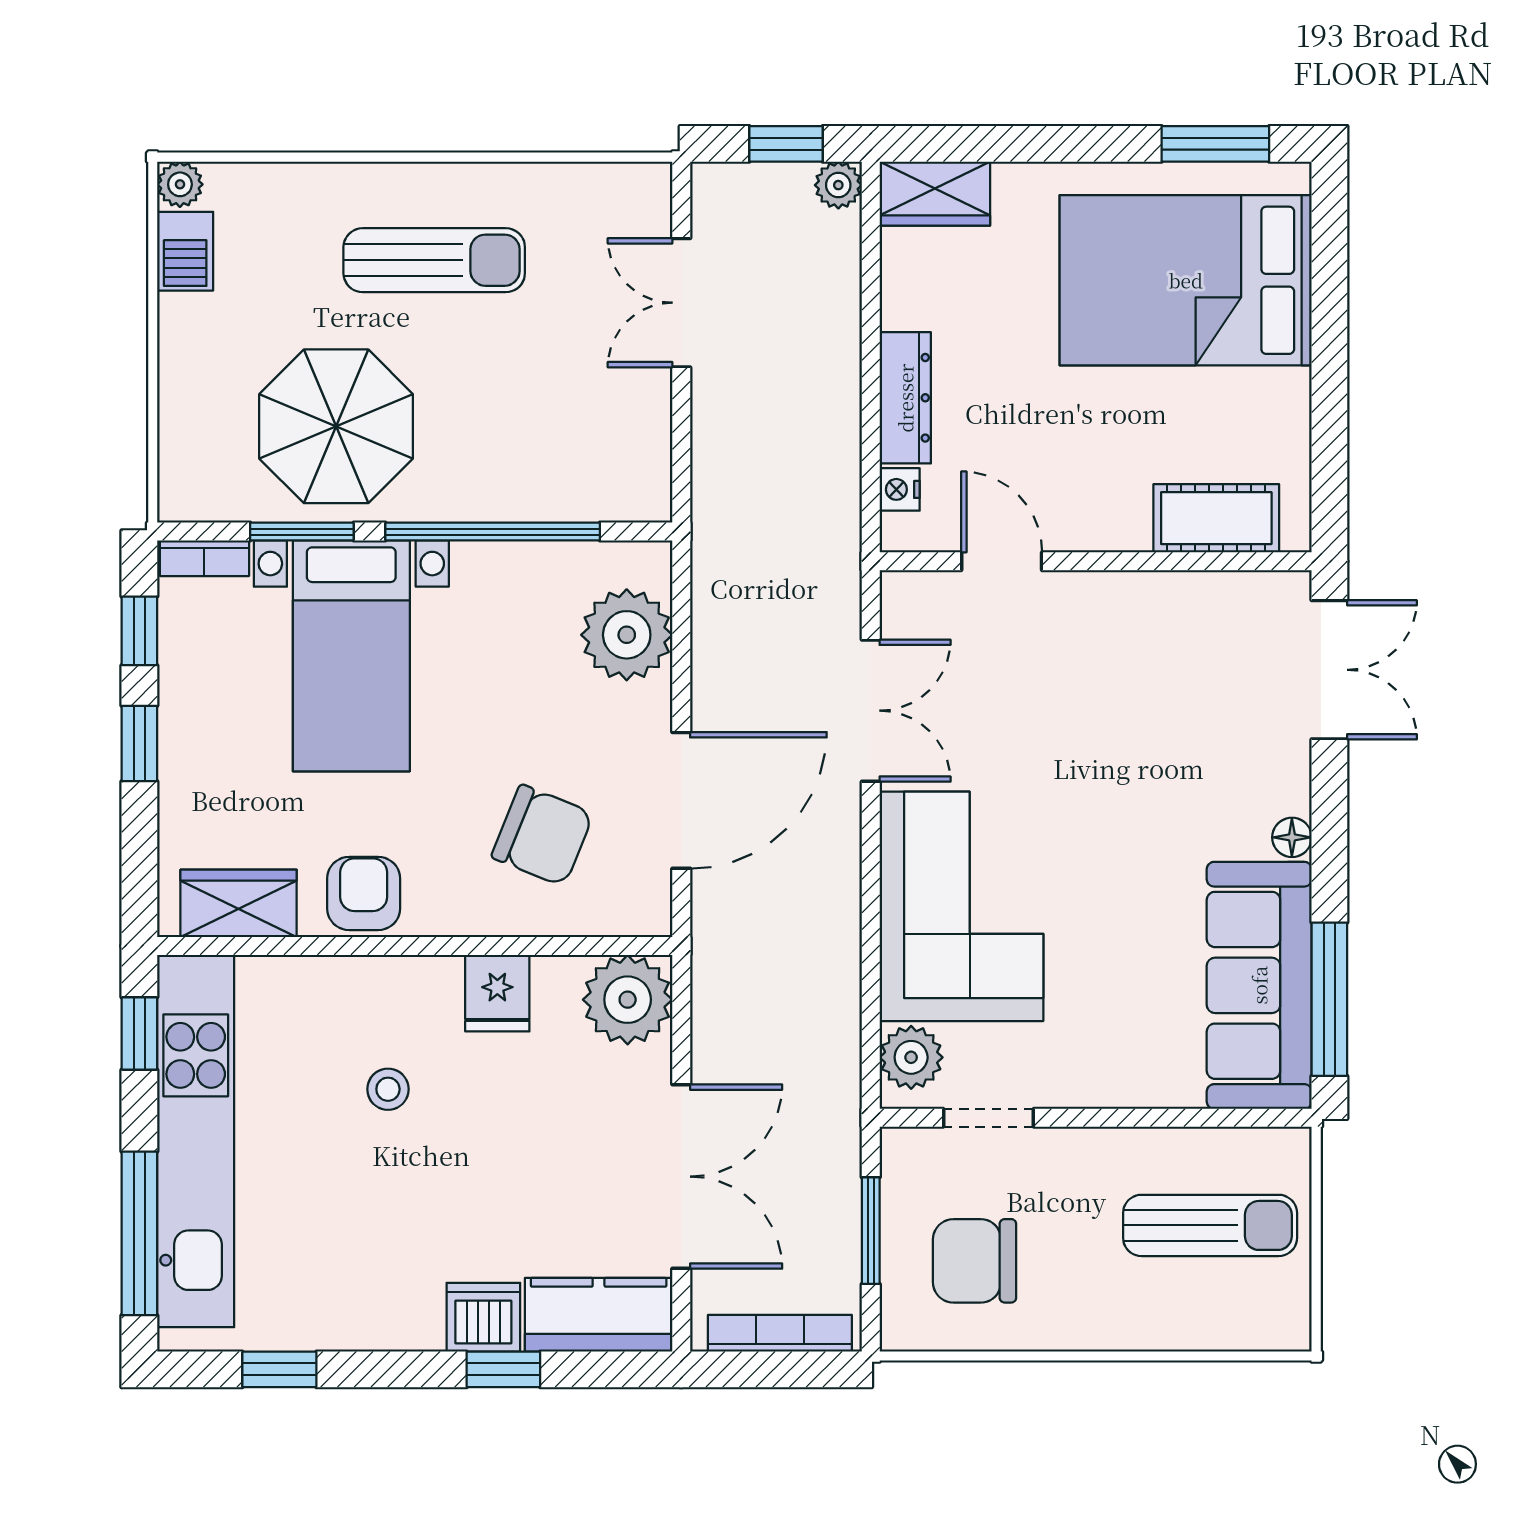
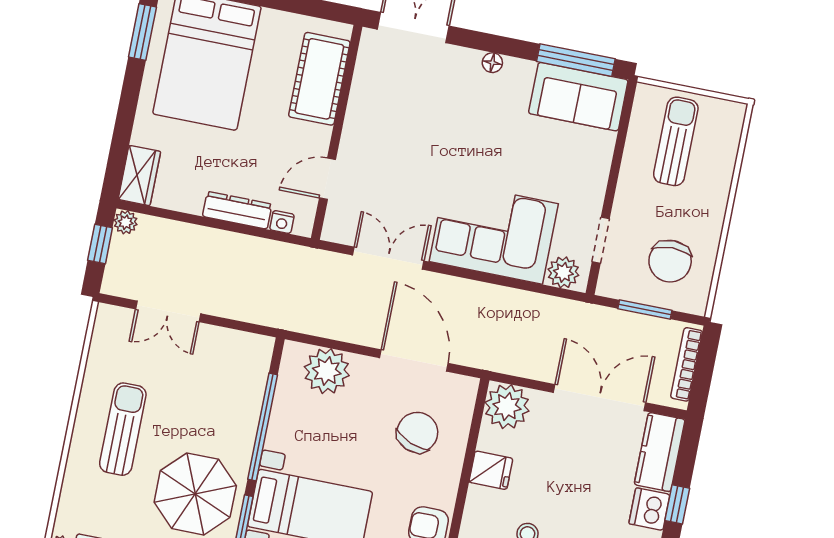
cot: (1216, 518) -> (319, 79), width x1.37, depth x1.34
sofa: (1259, 985) -> (578, 97), width x0.73

